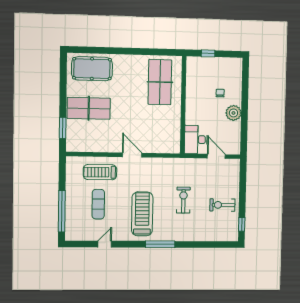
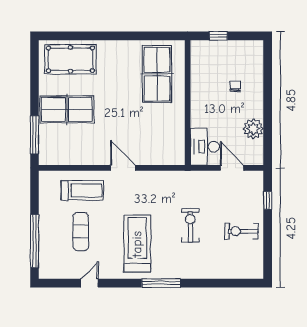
plant: (233, 113) -> (253, 129), moved
window: (63, 128) -> (35, 135), width x1.44
treadmill: (100, 172) -> (82, 190), turned 180
window: (242, 224) -> (268, 200), moved

